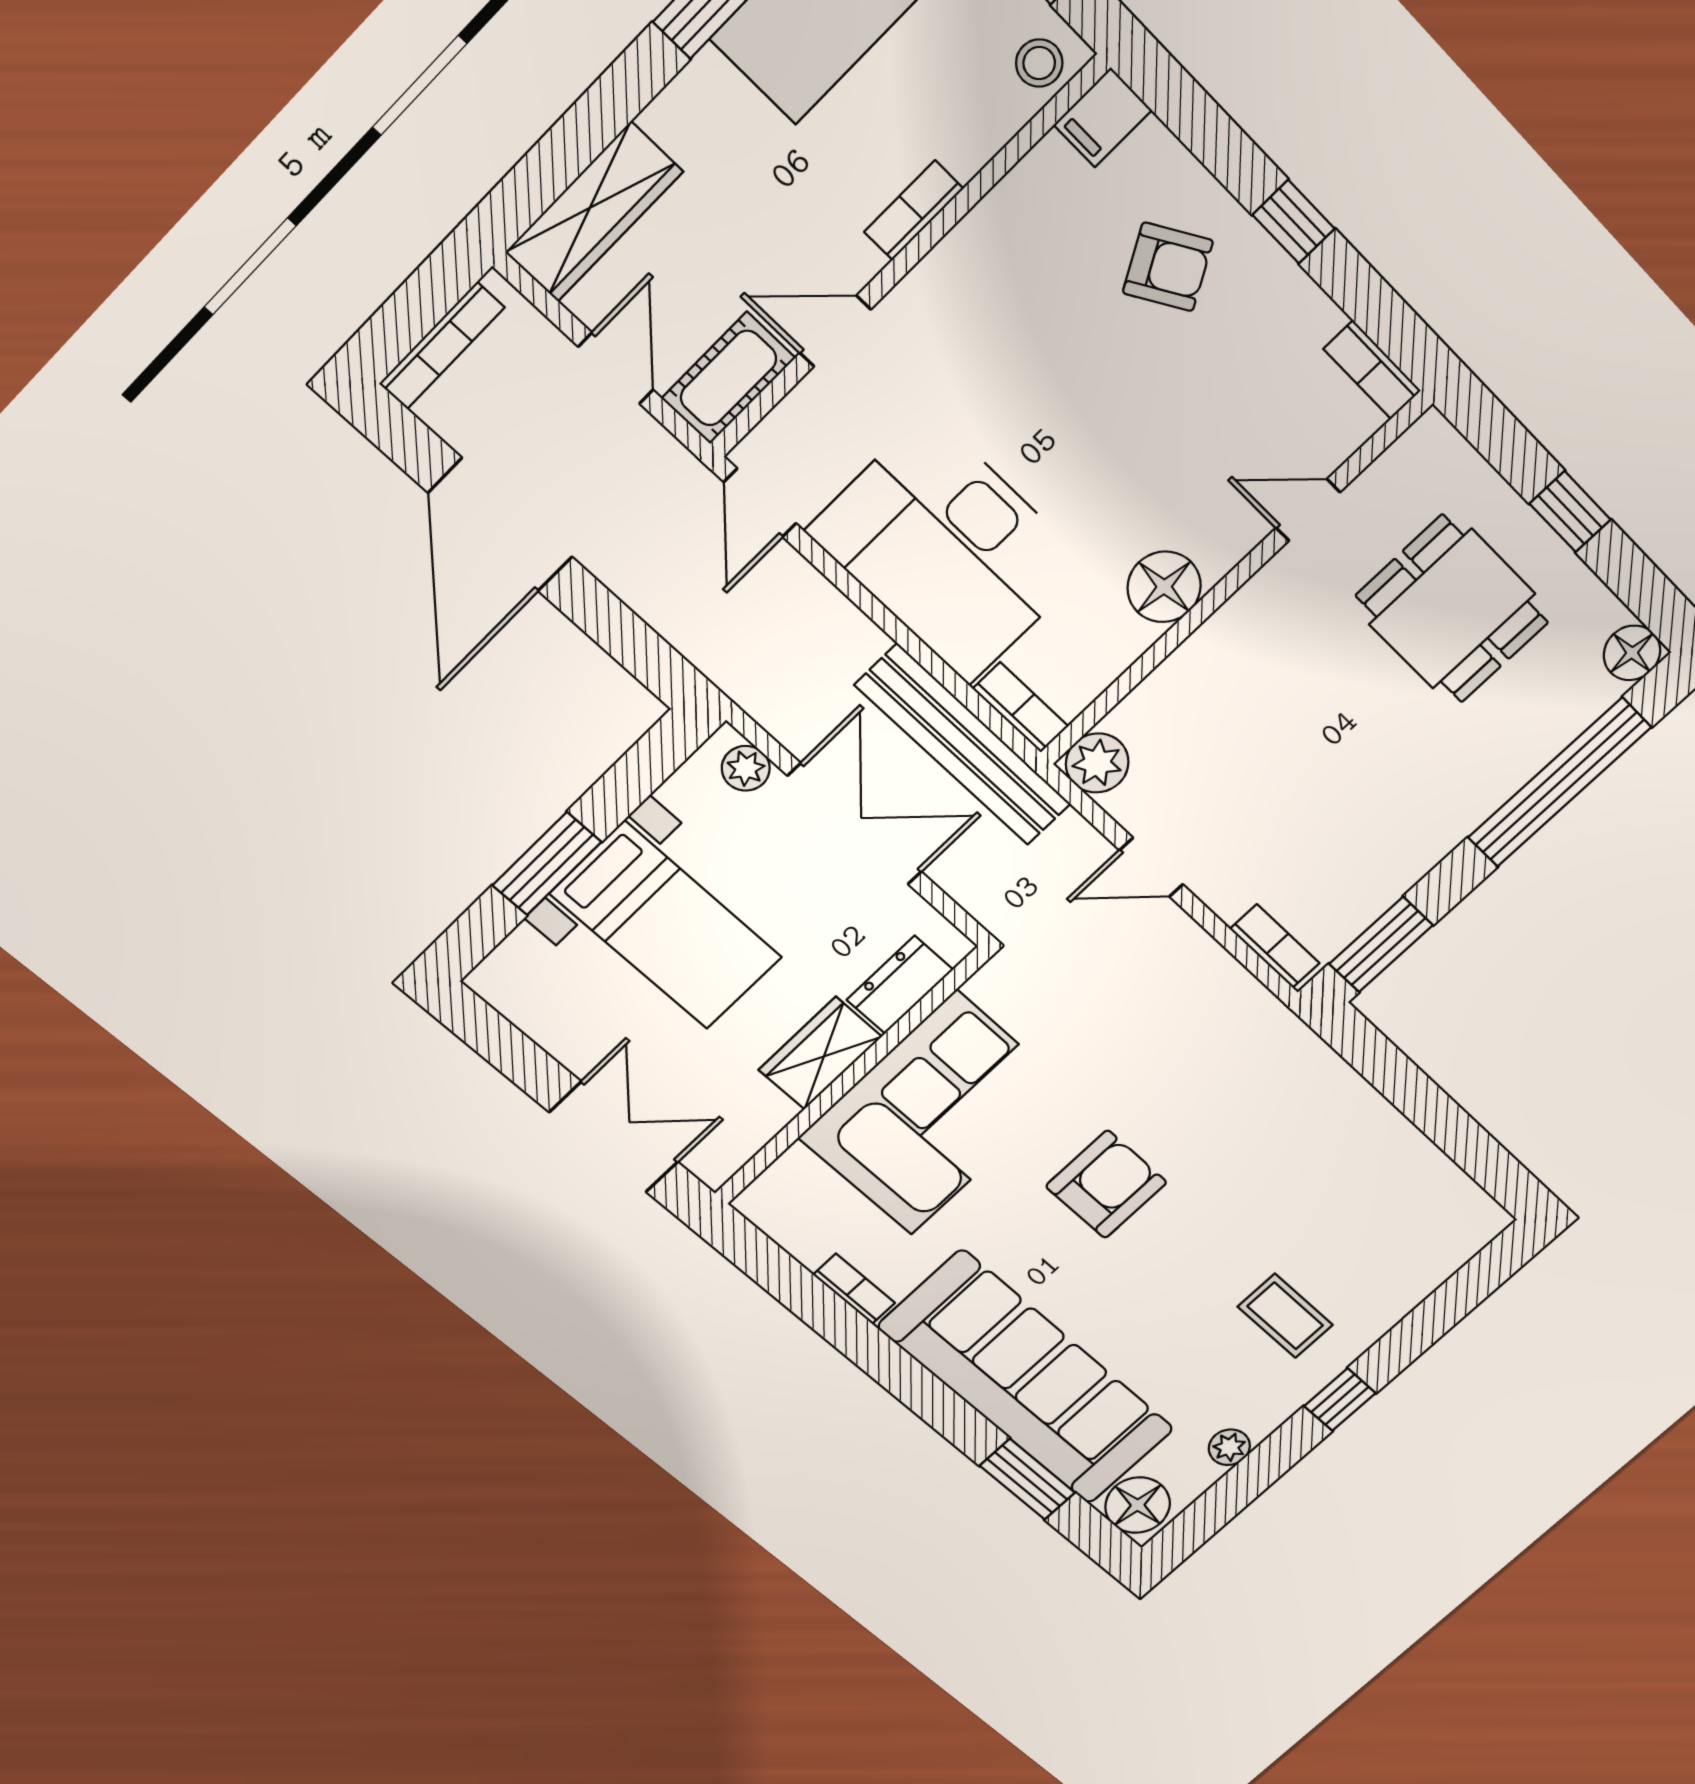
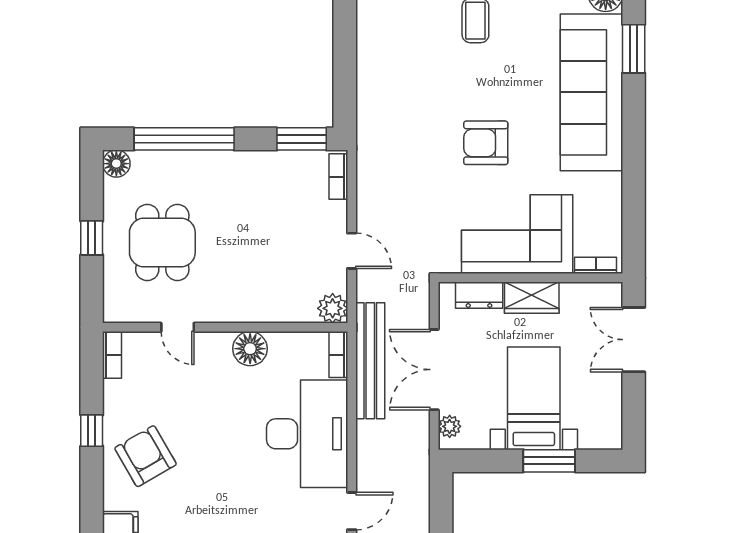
armchair: (1168, 267) -> (146, 456), width x1.38, depth x1.38
bookcase: (854, 1289) -> (596, 265), moved, turned 90

